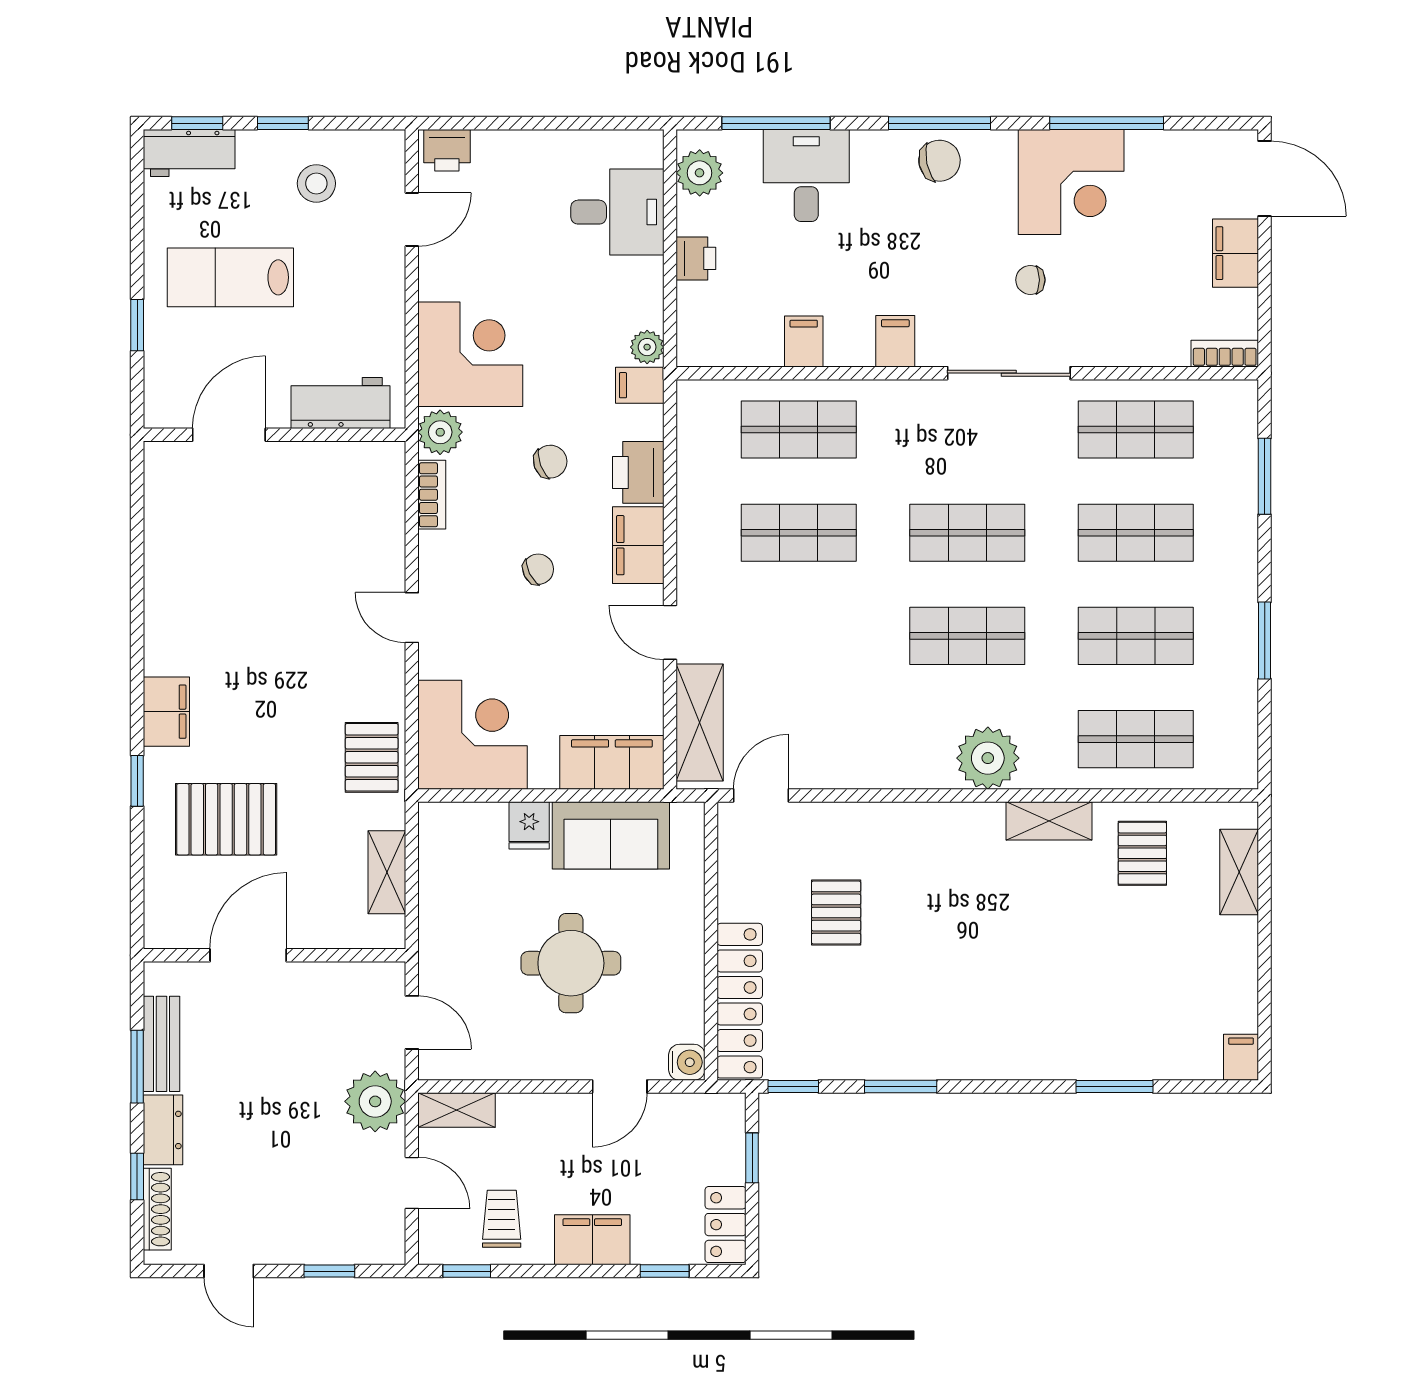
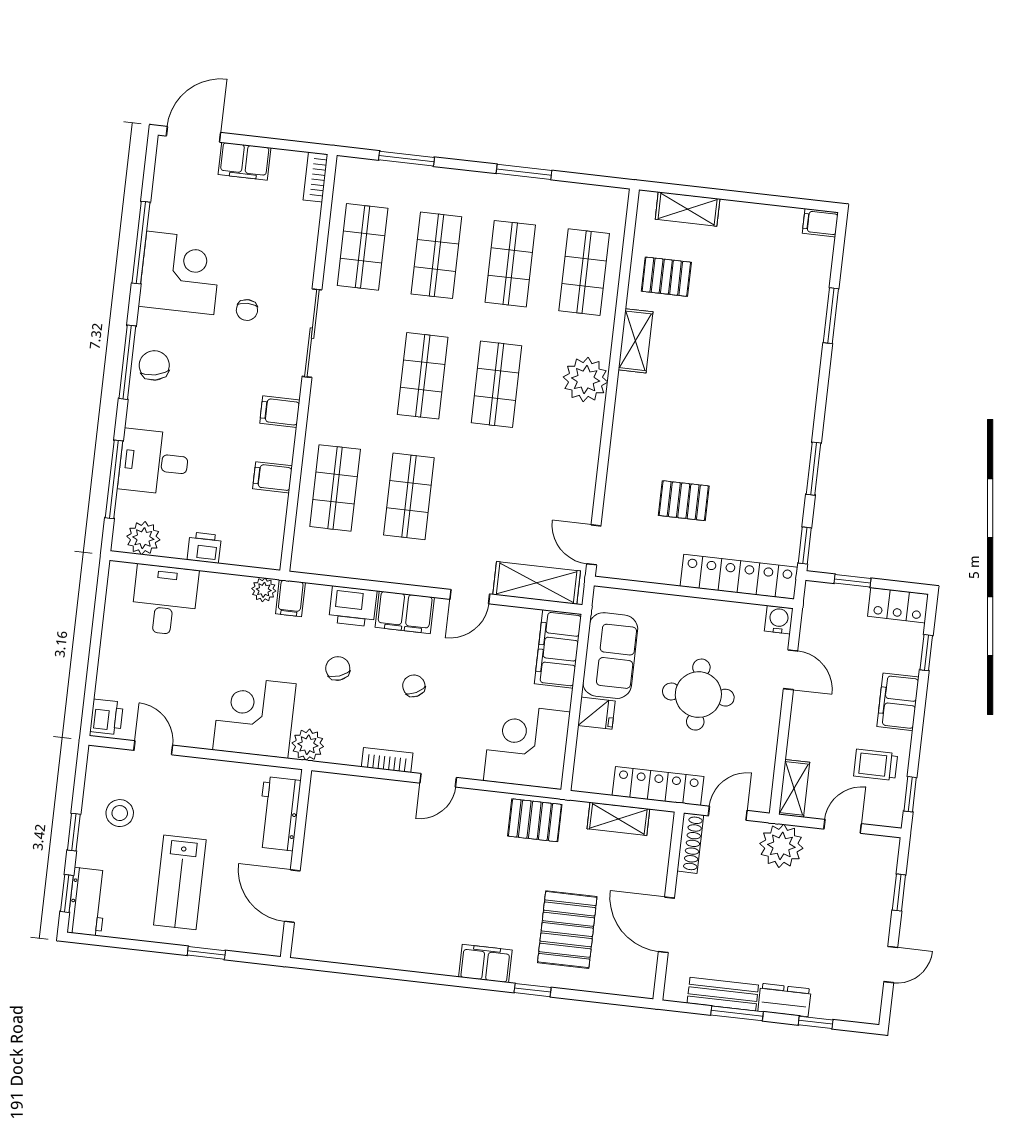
bookcase: (432, 495) -> (387, 760), moved
locker: (438, 922) -> (658, 786), added
shoe rack: (157, 1209) -> (690, 843), moved, turned 90

